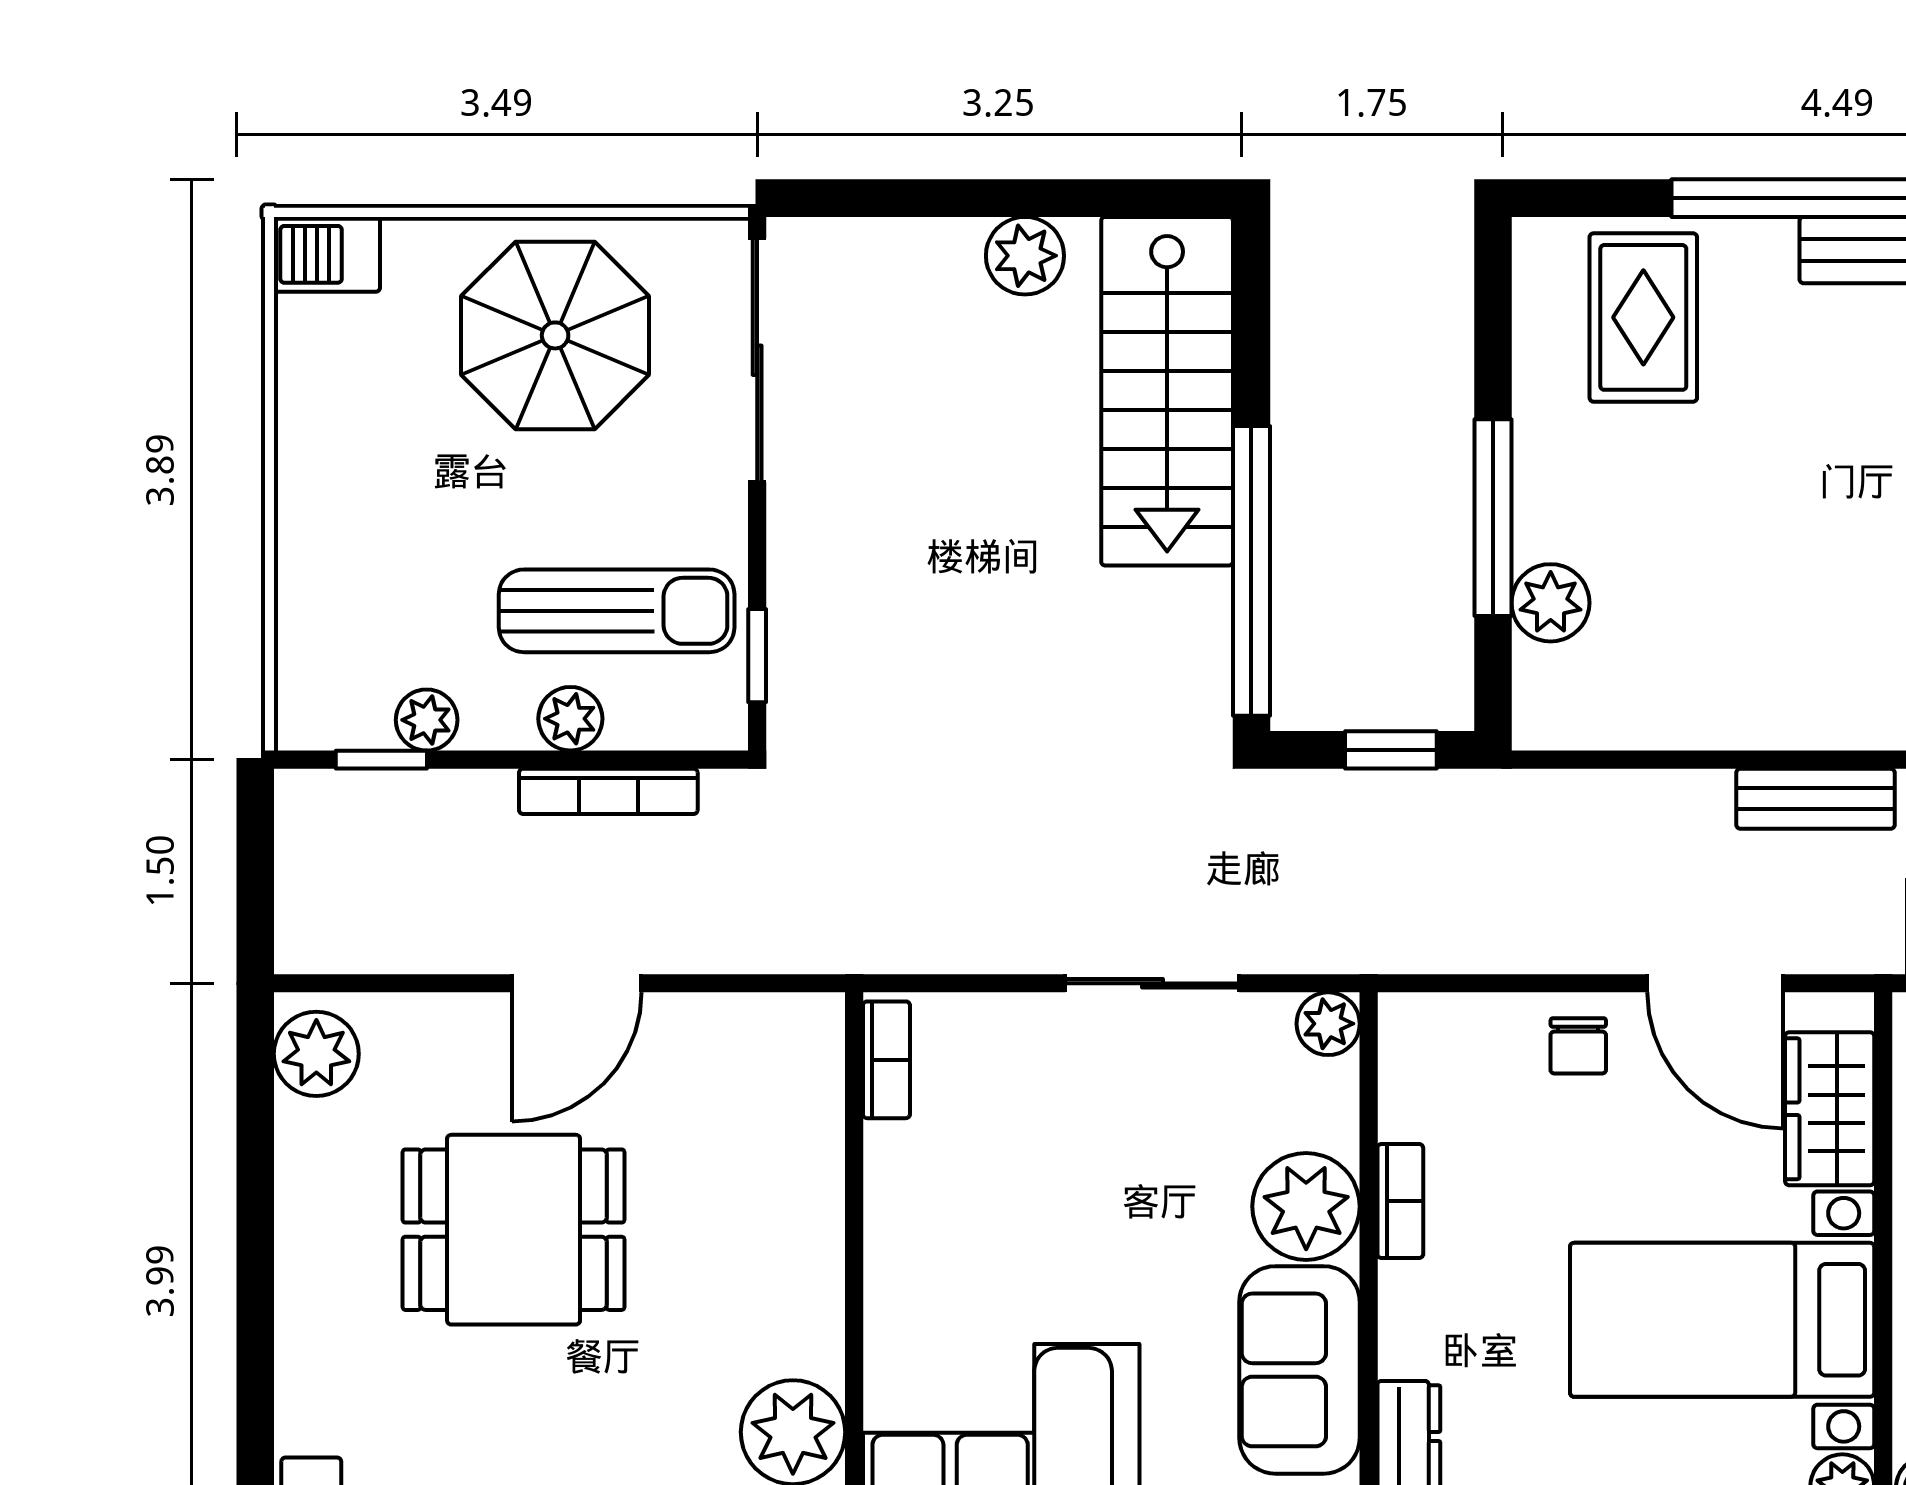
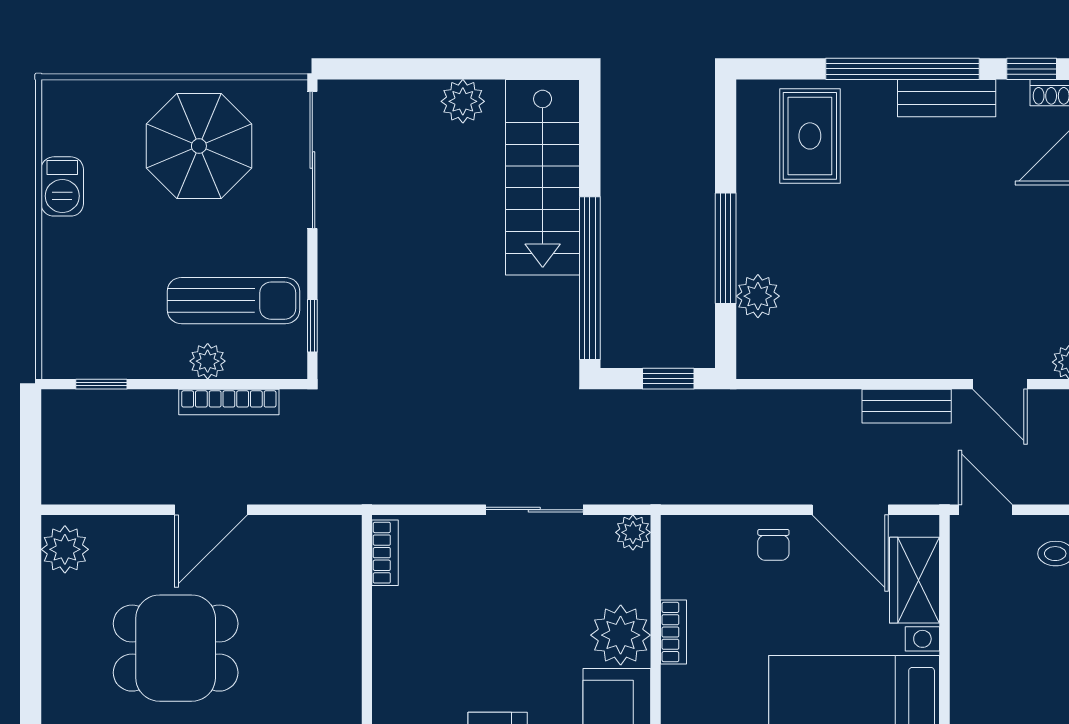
barbecue: (327, 254) -> (62, 186), moved, turned -90
plant: (427, 720) -> (127, 362), removed

